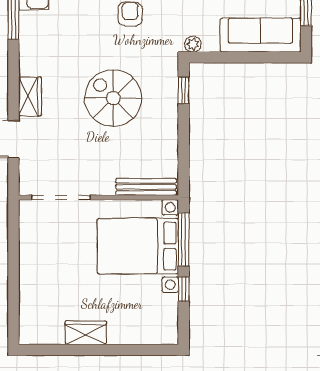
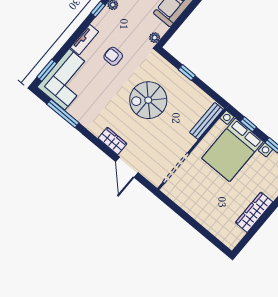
window: (184, 90) -> (187, 73), moved
window: (184, 240) -> (248, 124), width x0.46
wardrobe: (86, 333) -> (254, 212), width x1.50

